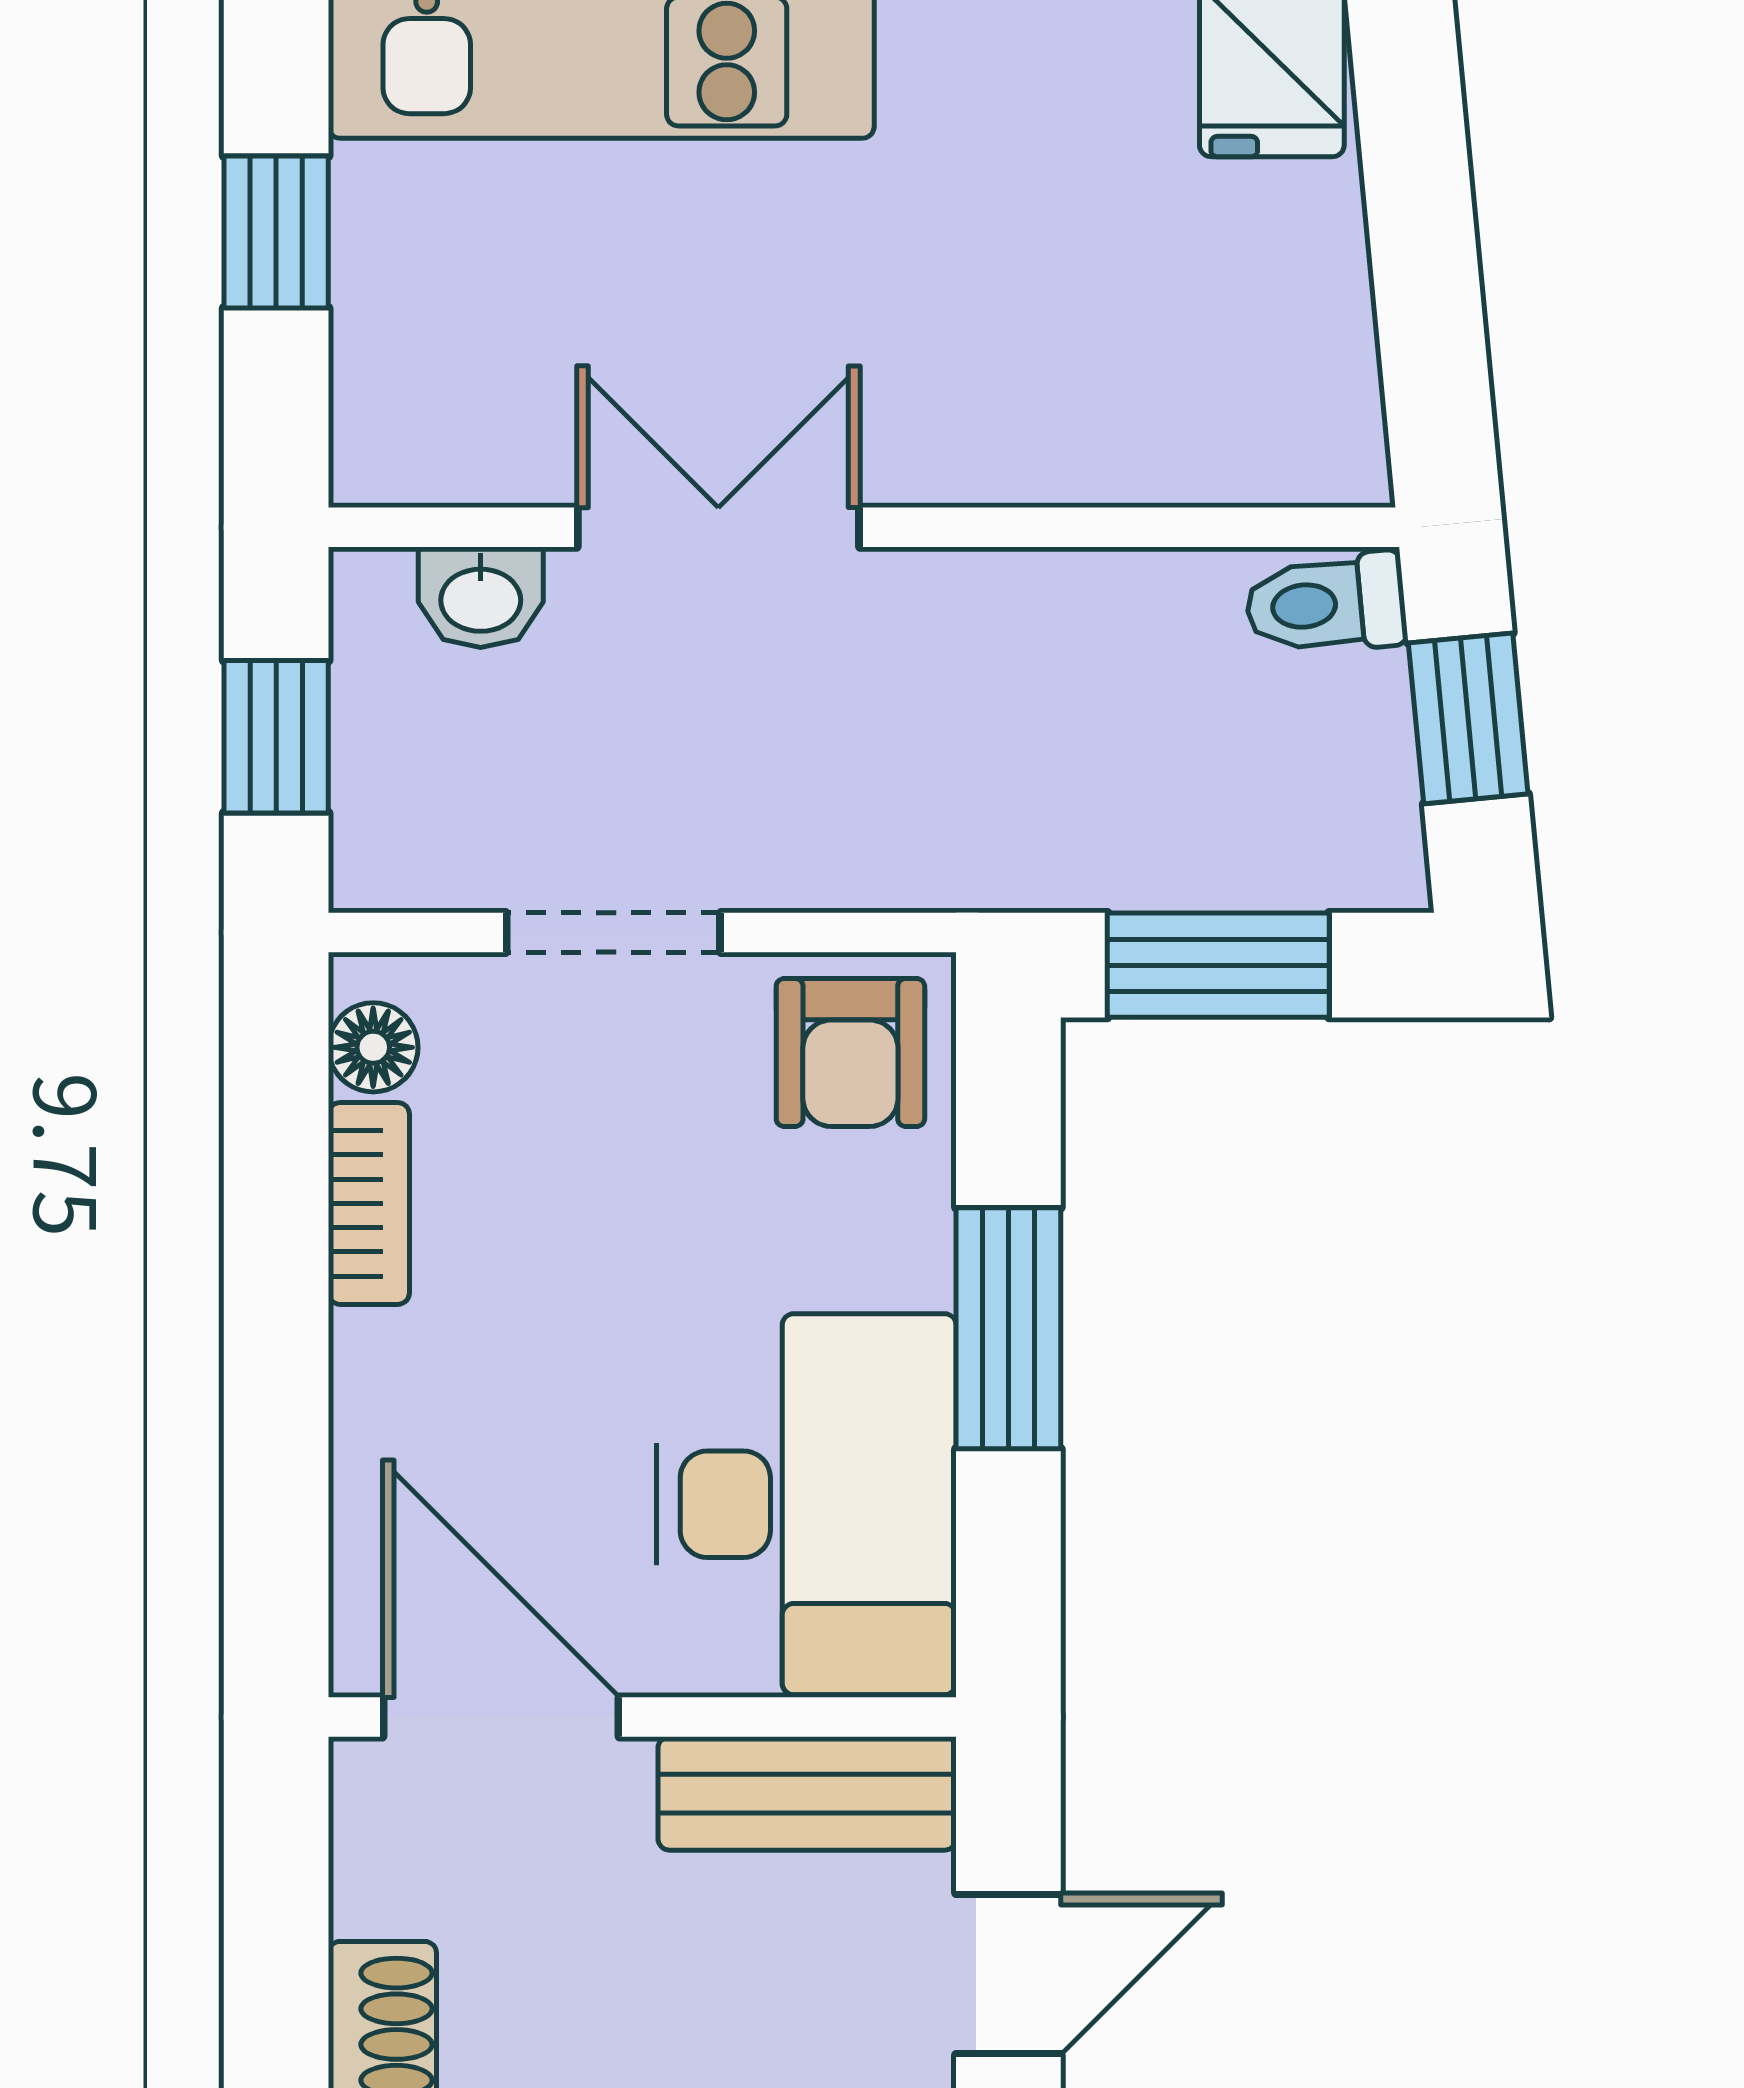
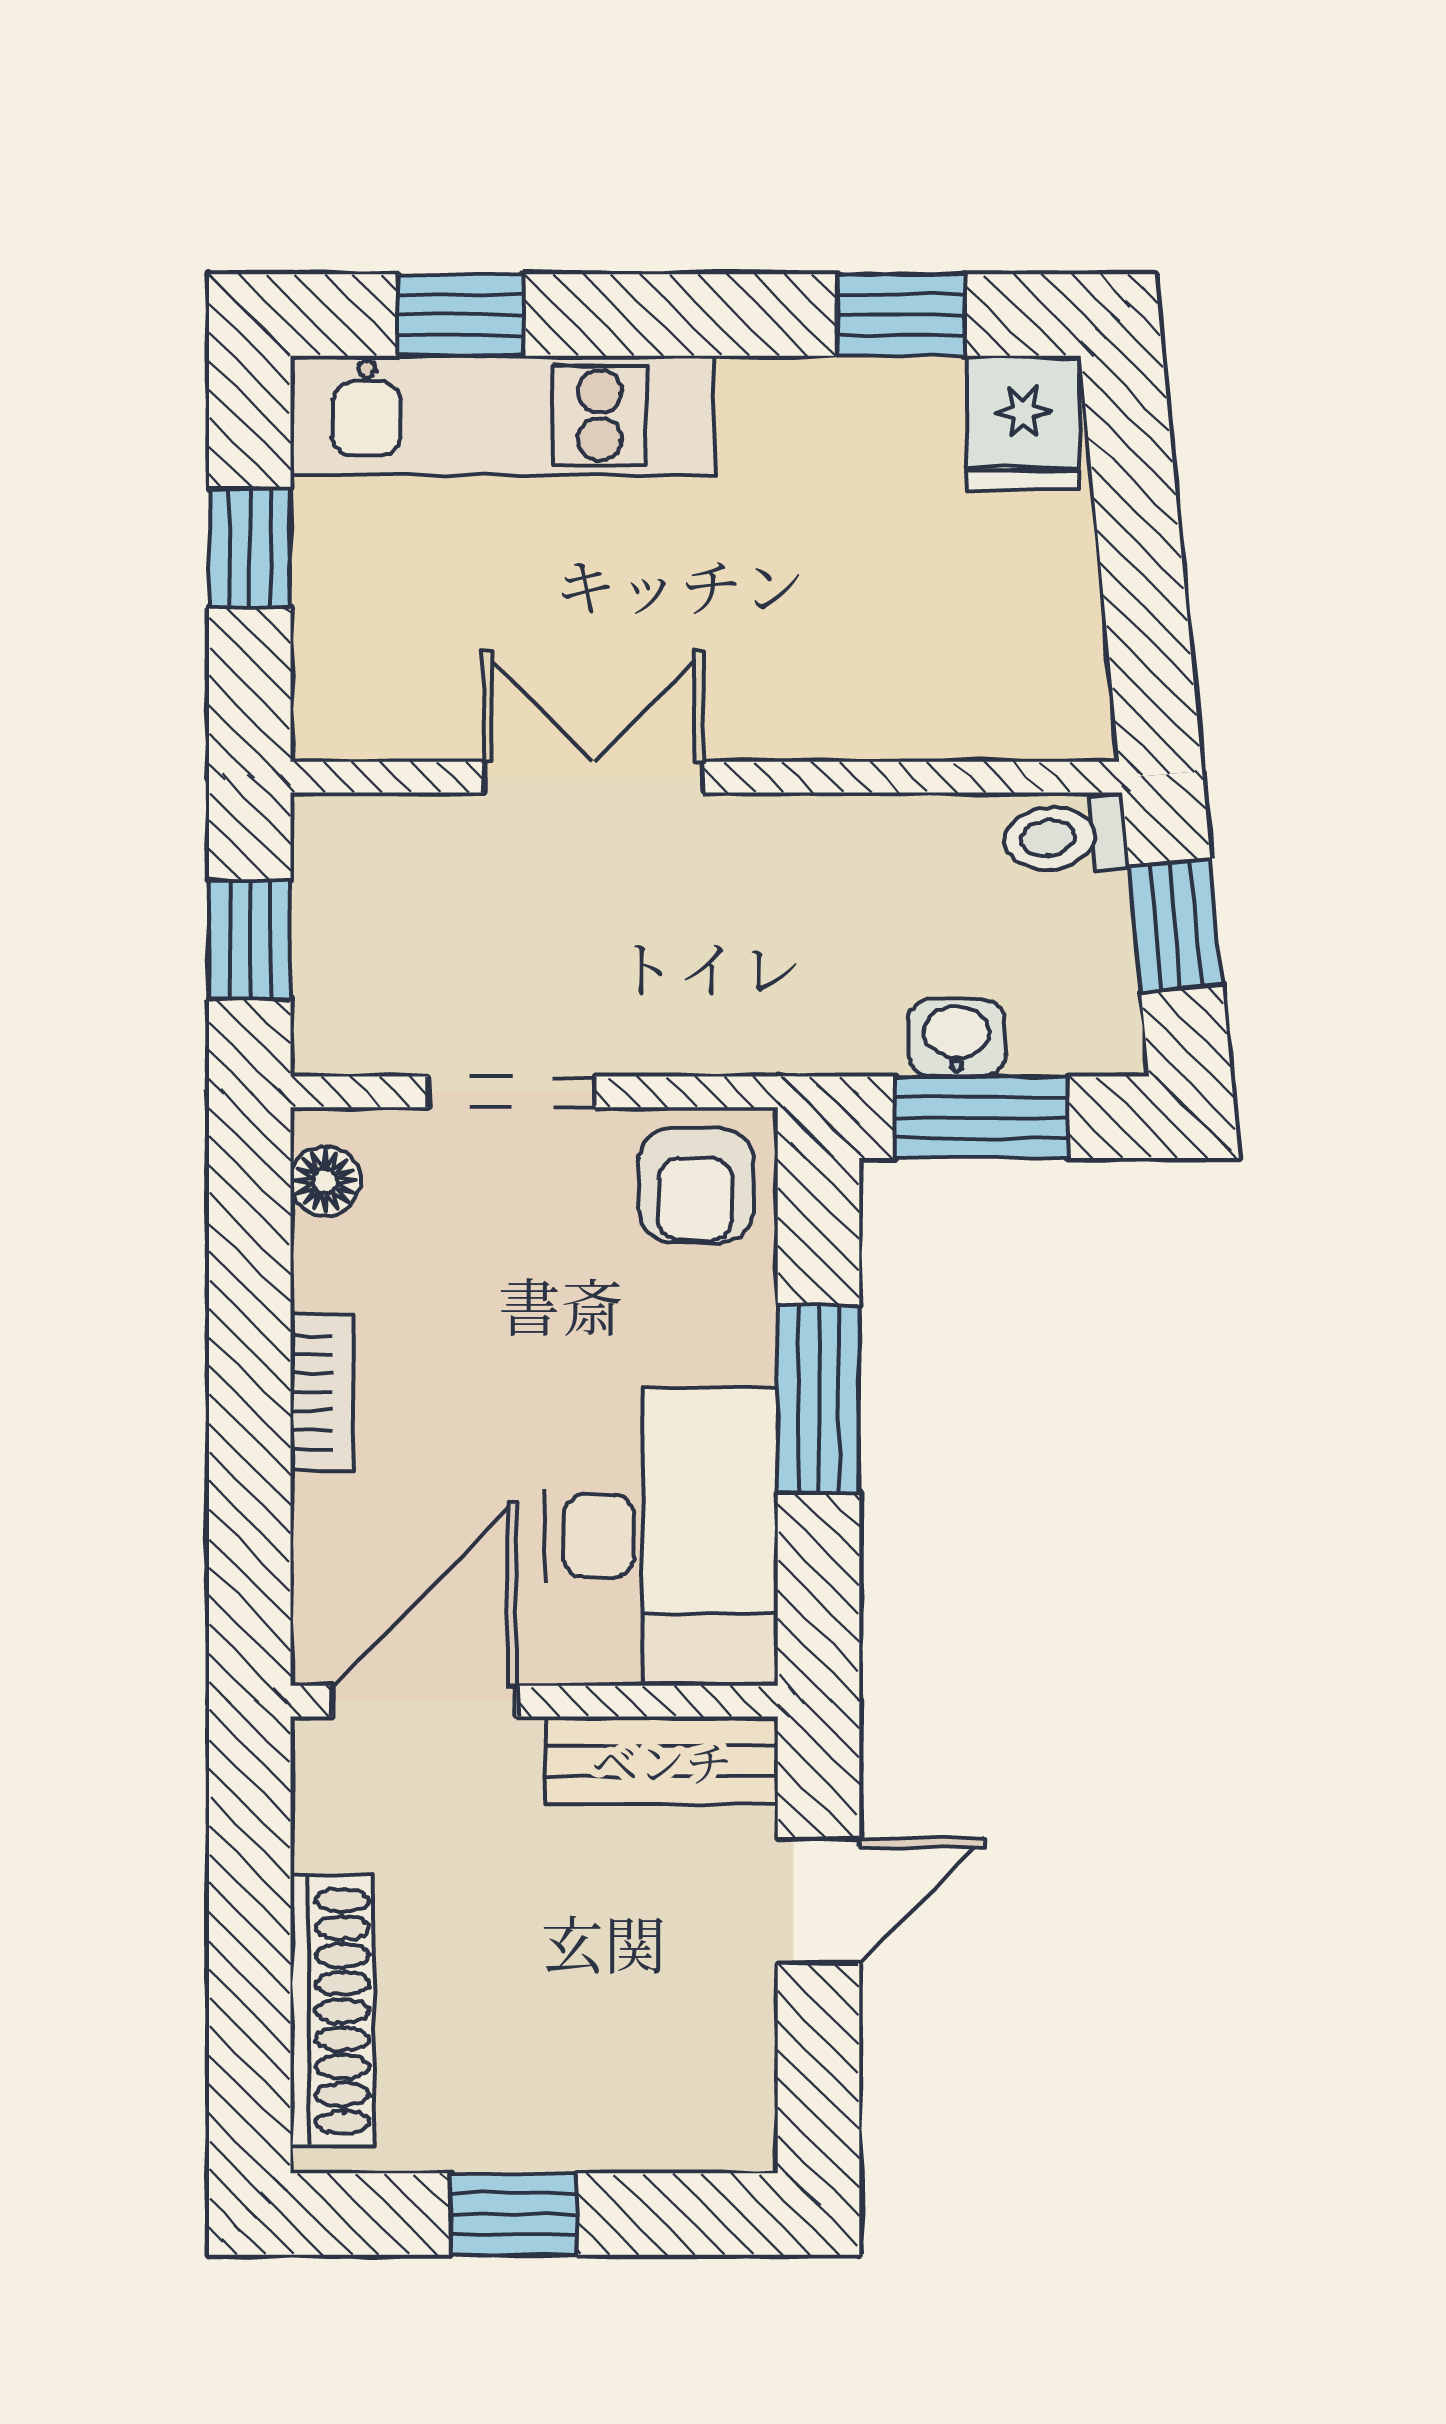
washbasin: (481, 597) -> (957, 1037), moved, turned 180
bookcase: (369, 1203) -> (322, 1392), moved
door: (501, 1717) -> (424, 1701), hinge flipped

